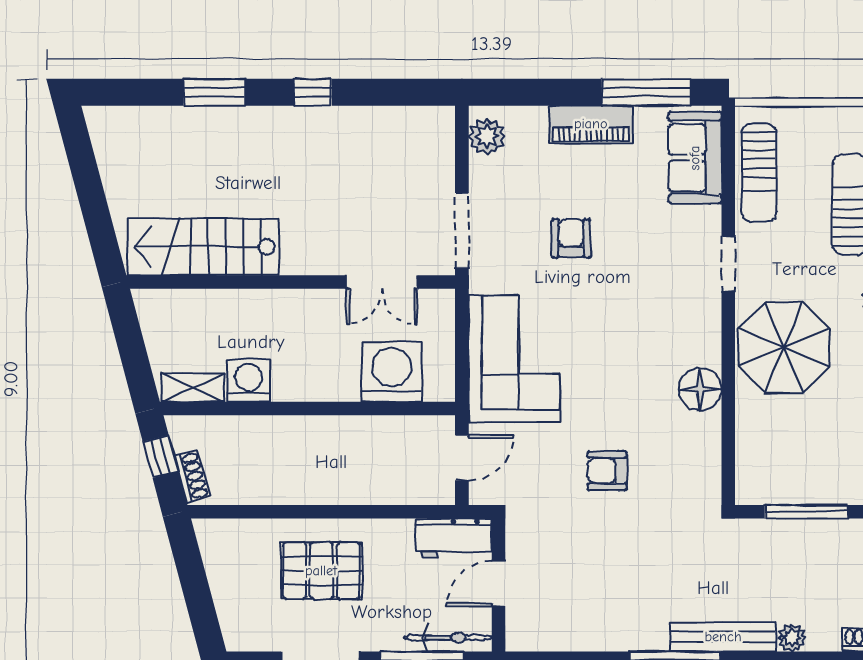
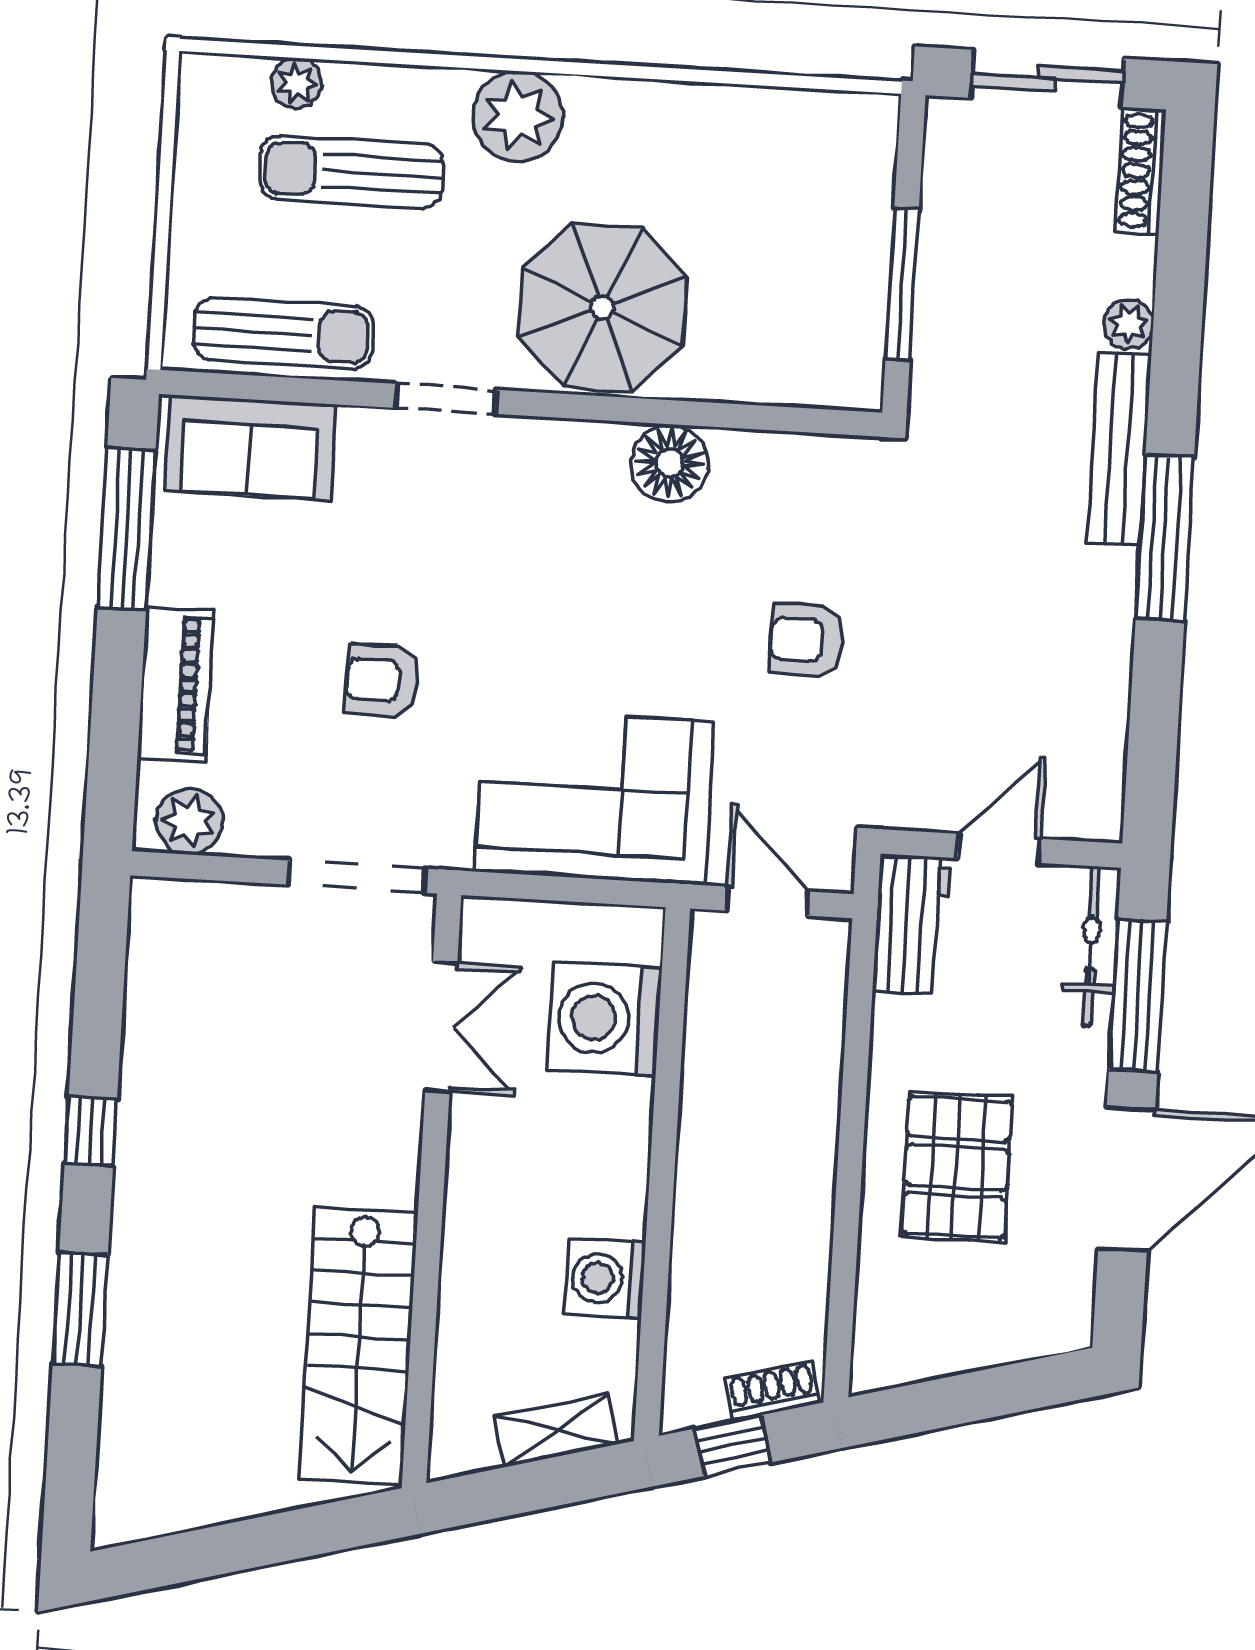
piano: (591, 124) -> (175, 684), moved
shelving: (193, 388) -> (556, 1431), moved, turned 75
armchair: (607, 471) -> (806, 640), turned 90
door: (498, 584) -> (999, 848), swing flipped

